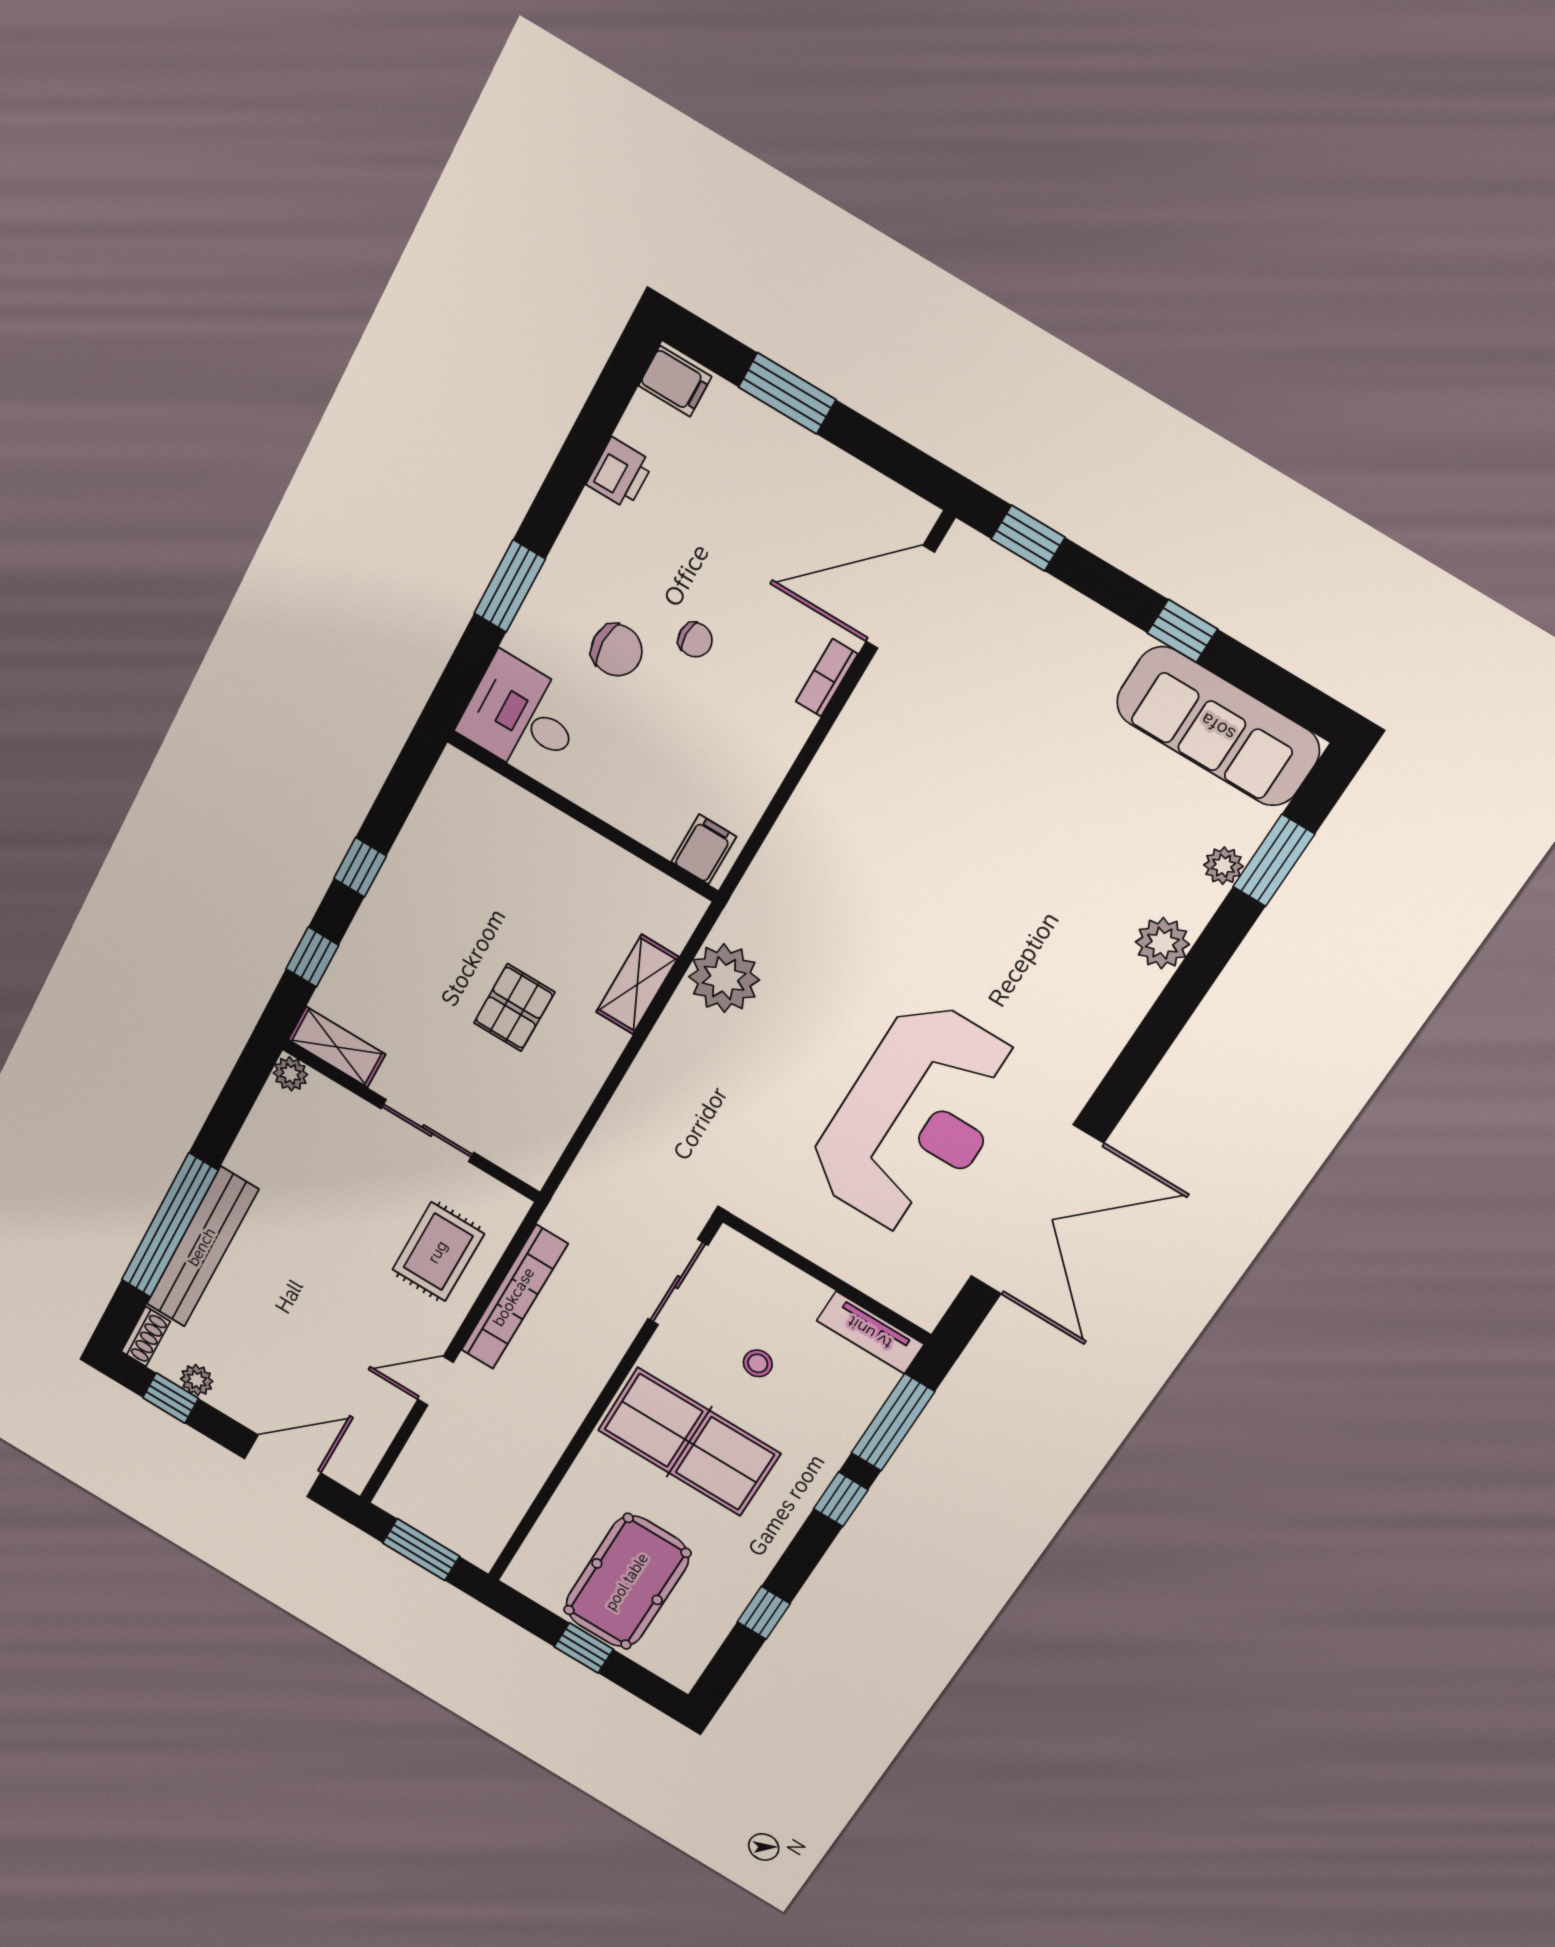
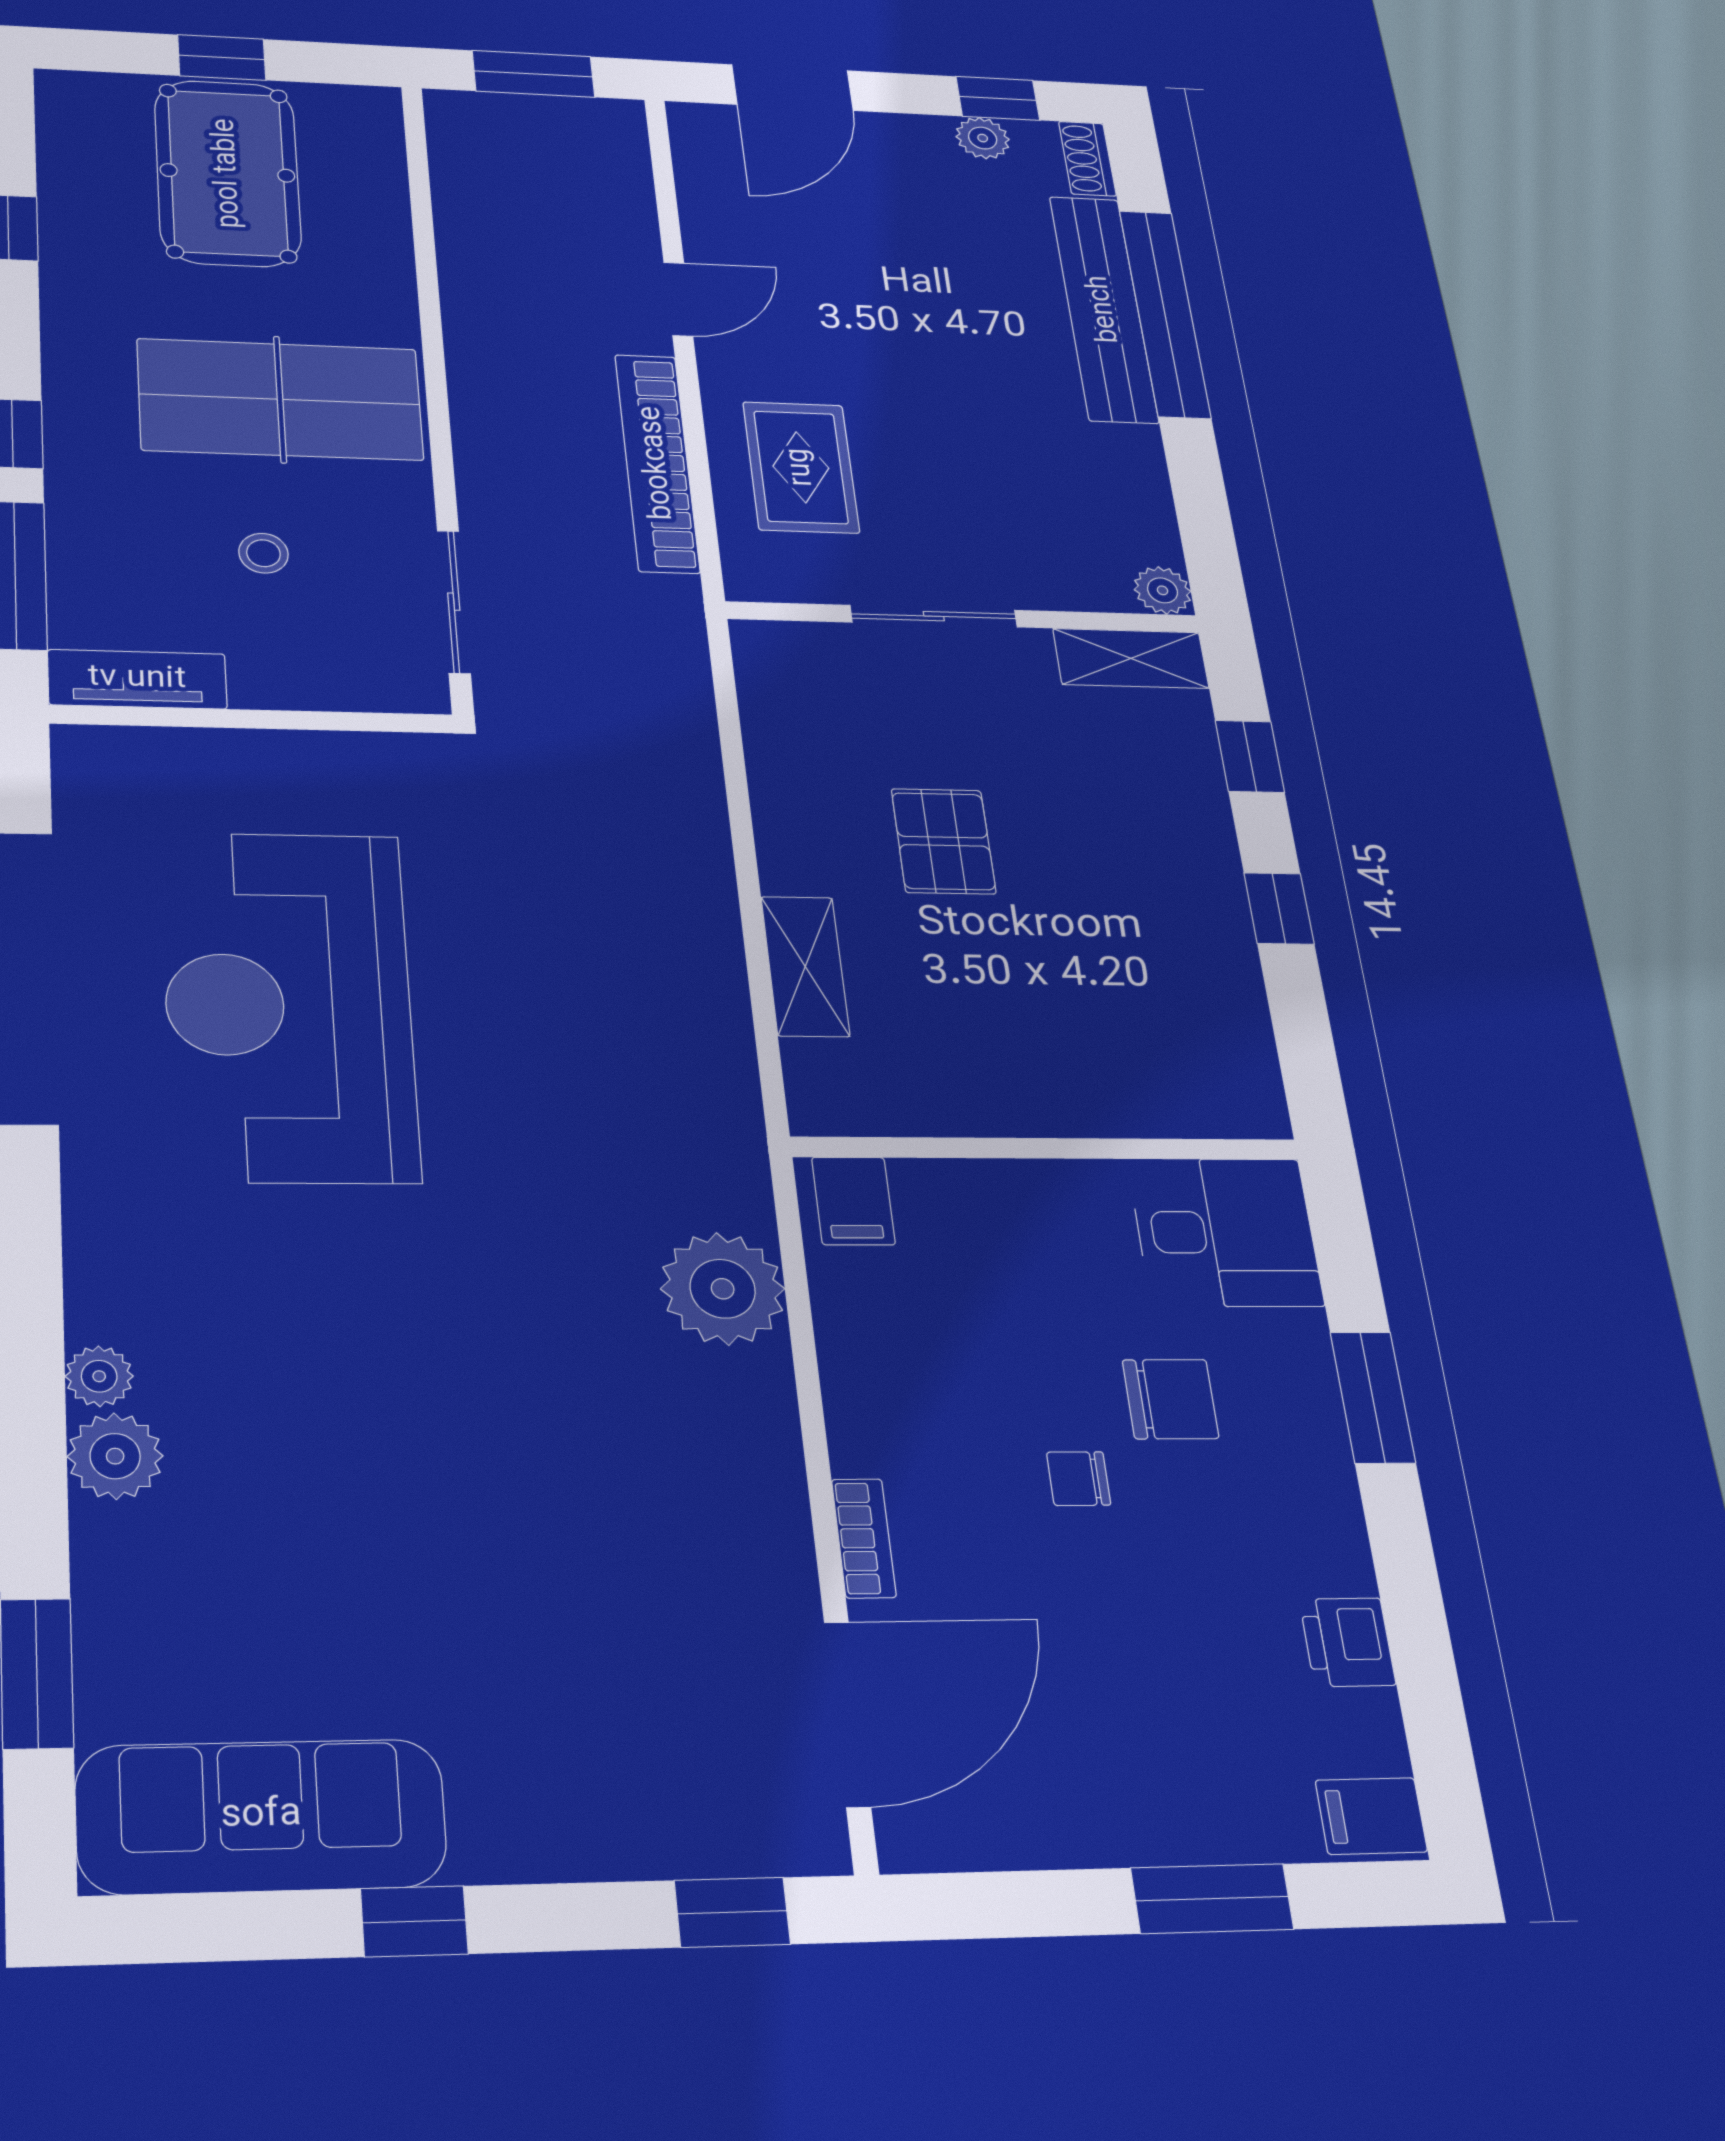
chair: (617, 650) -> (1170, 1399), turned 180
plant: (1223, 866) -> (99, 1376), moved
plant: (724, 978) -> (723, 1289), moved

